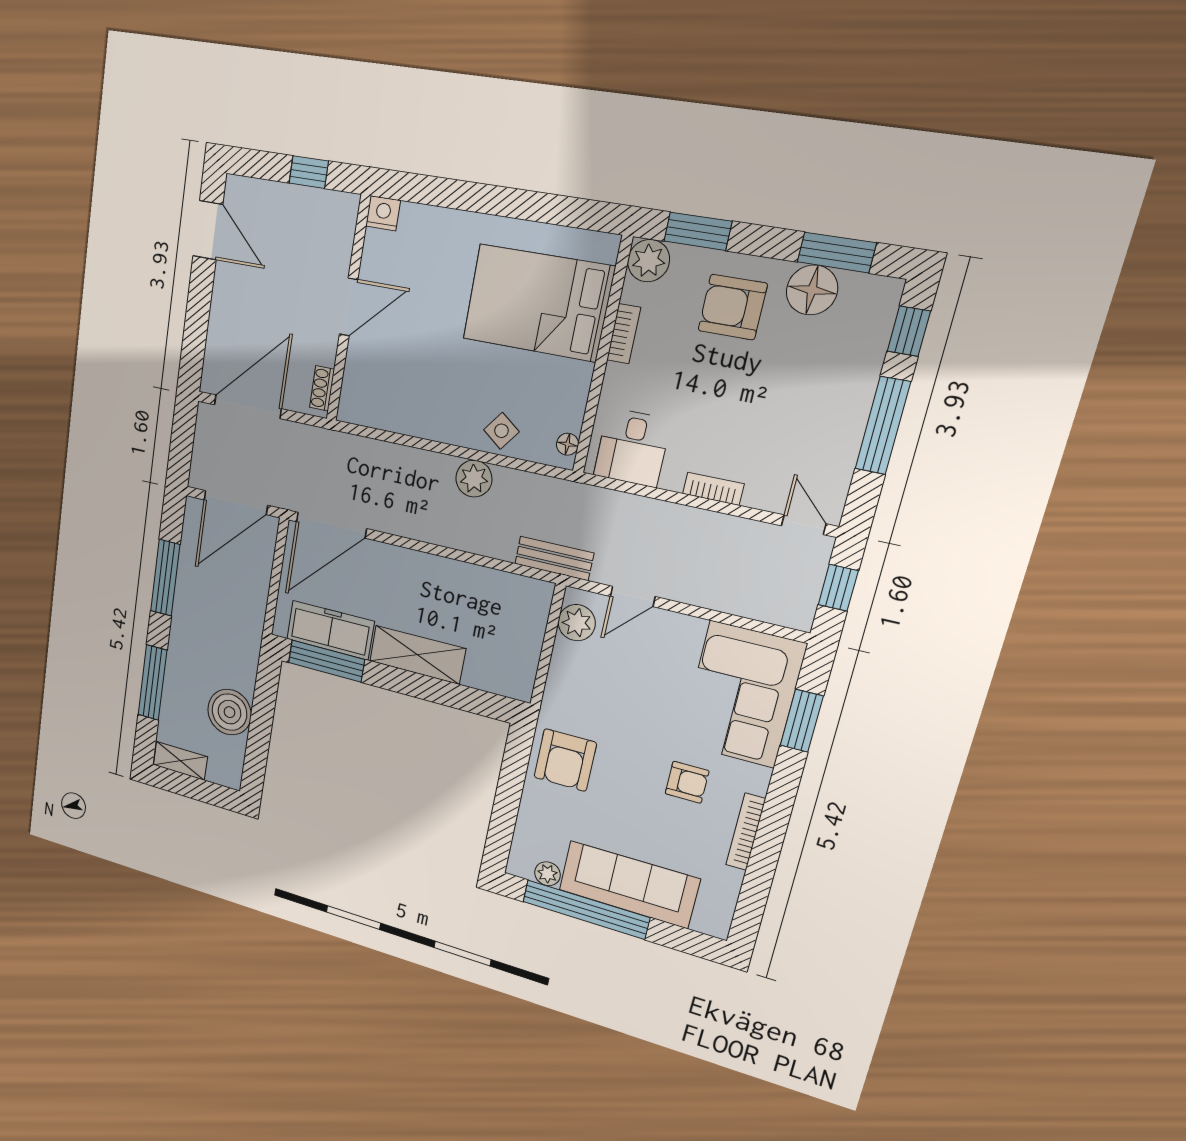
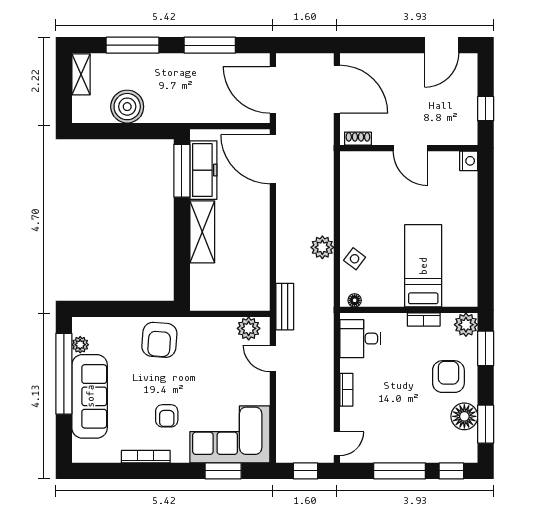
bed: (538, 303) -> (423, 266), width x0.67
armchair: (565, 760) -> (159, 340), turned -86

